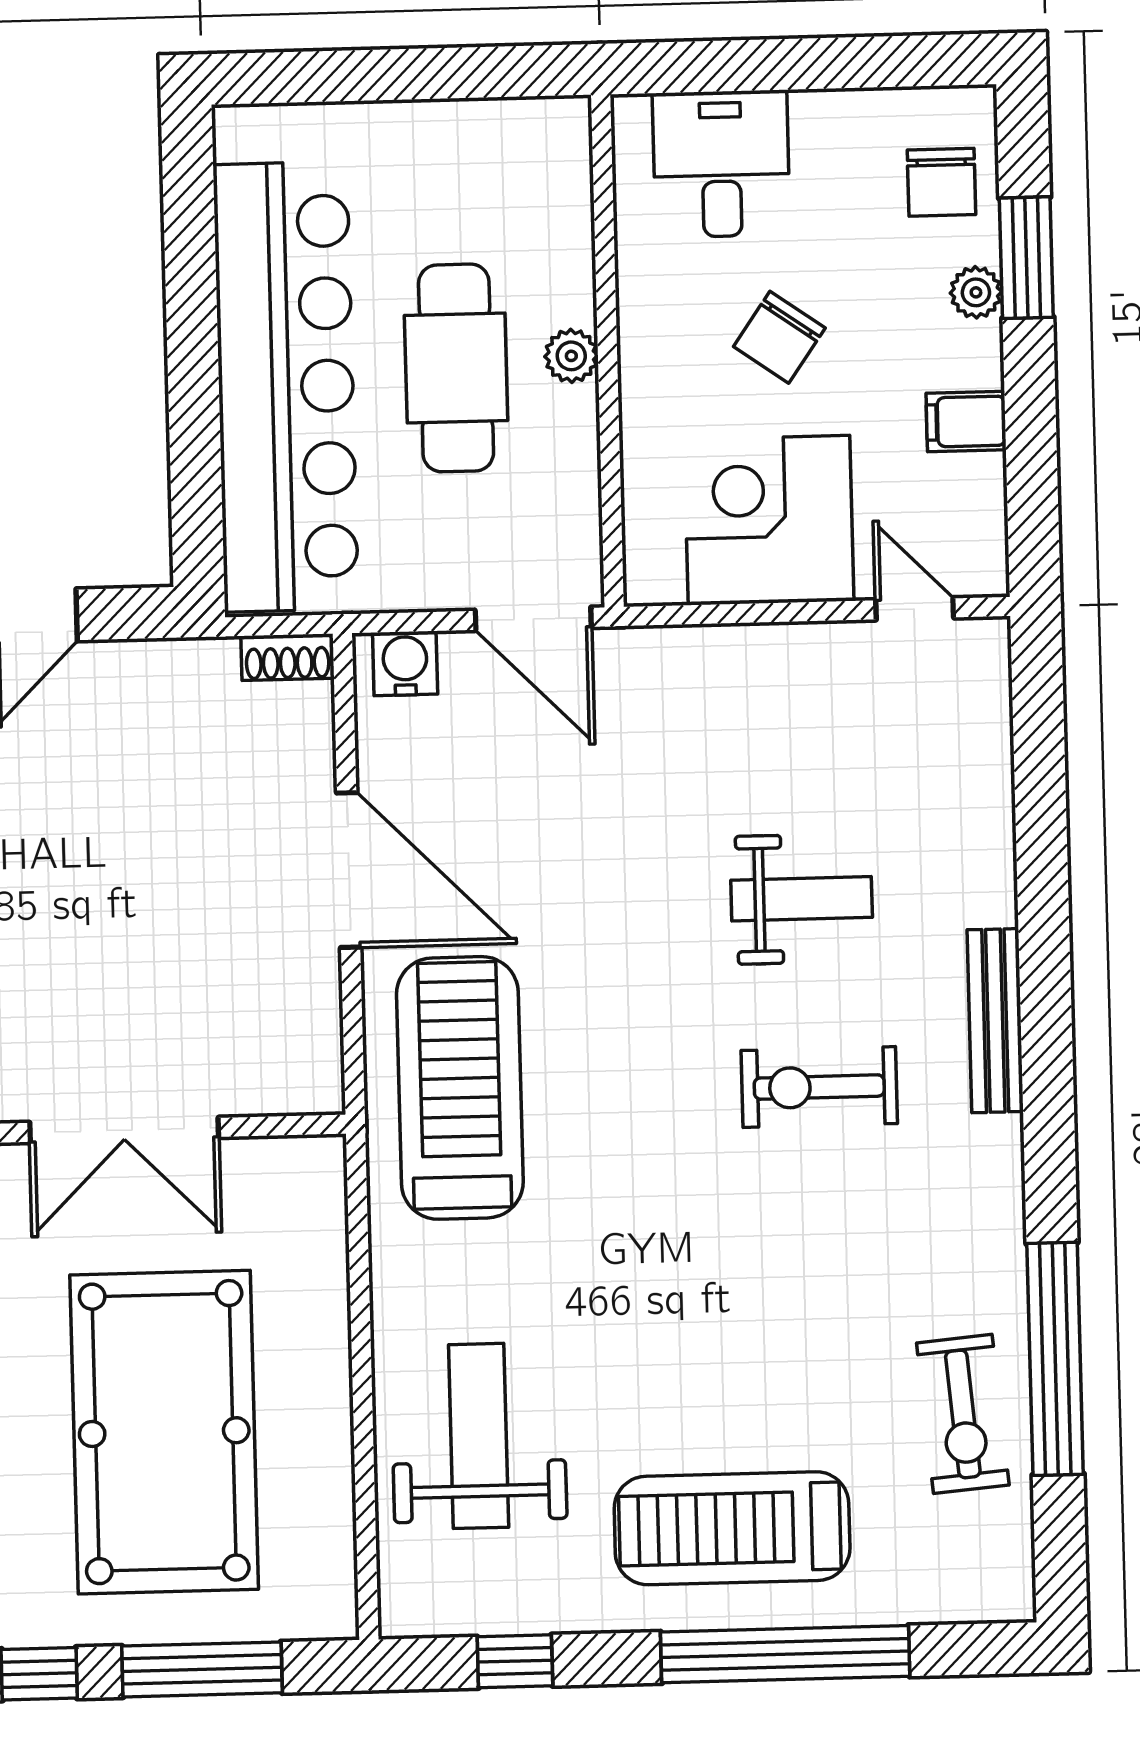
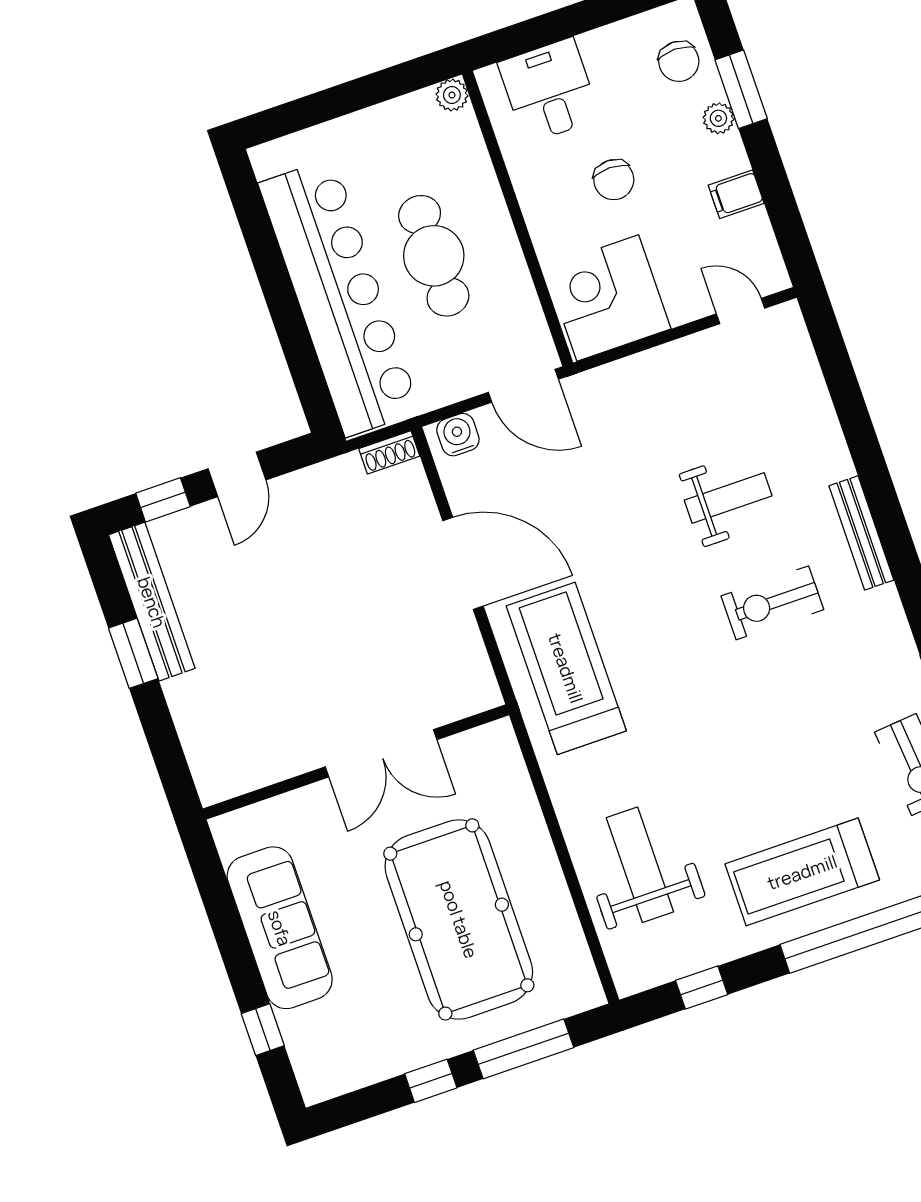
chair: (779, 337) -> (614, 180), turned -35
plant: (571, 356) -> (452, 95), moved
corner desk: (769, 520) -> (608, 298), moved

